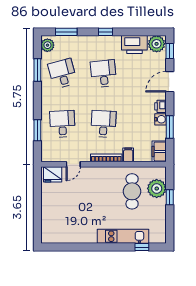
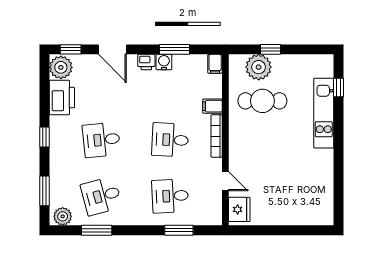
filing cabinet: (159, 151) -> (215, 64), width x0.50

